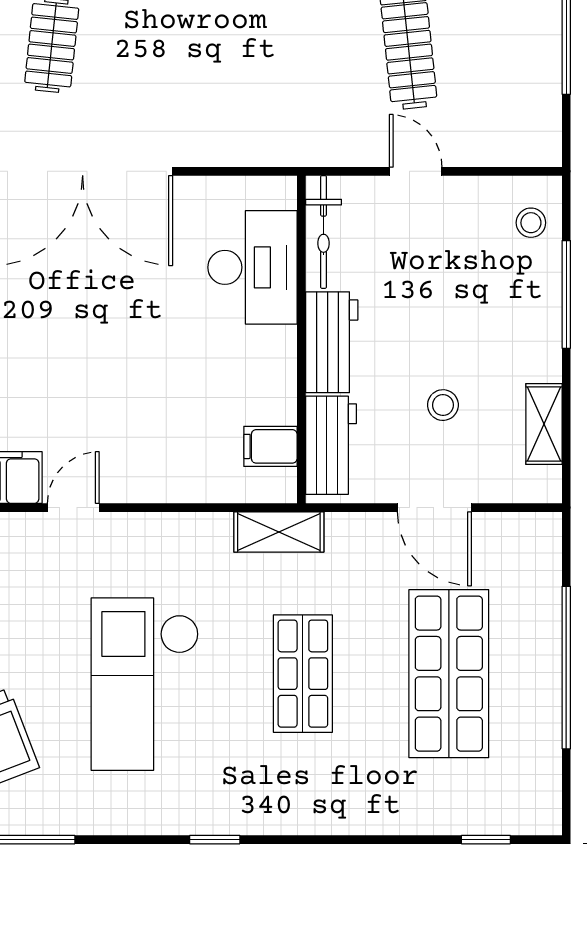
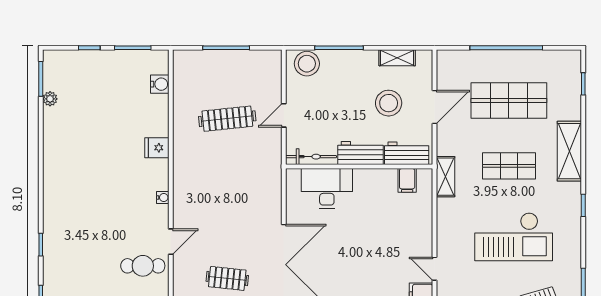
stool: (531, 223) -> (307, 64), width x1.89, depth x1.89
stool: (443, 405) -> (389, 103), width x1.89, depth x1.89
shelving: (336, 809) -> (569, 151), added

